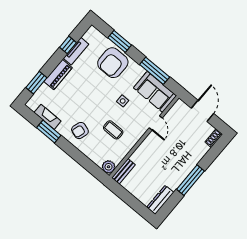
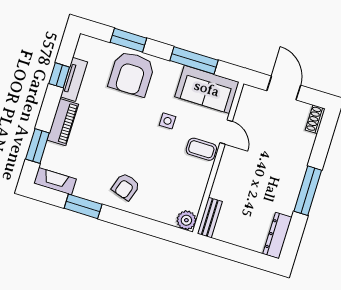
fireplace: (48, 117) -> (55, 181), moved
coffee table: (113, 130) -> (201, 149), moved

